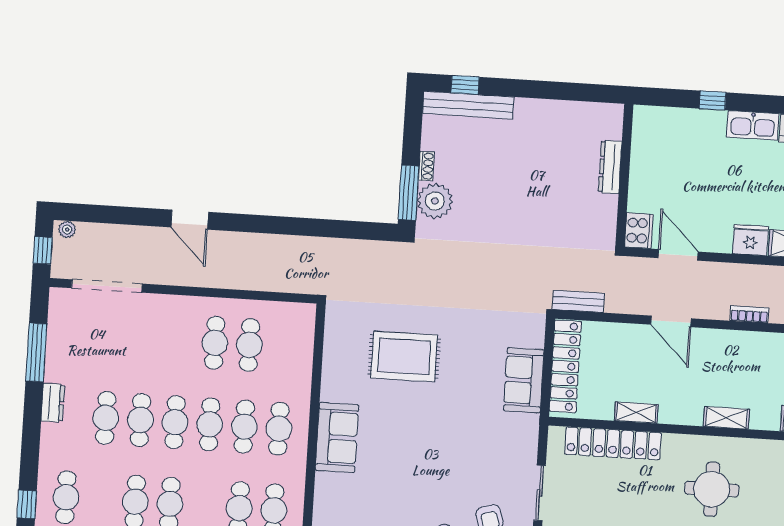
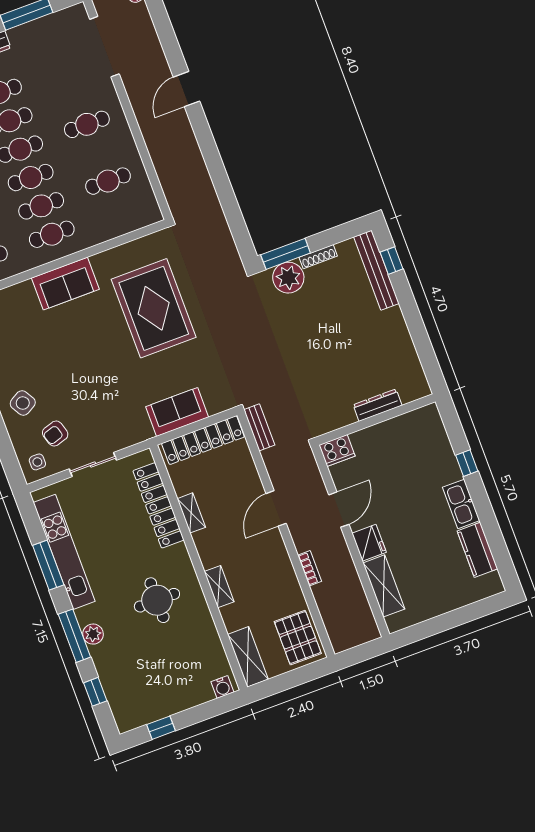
shoe rack: (426, 166) -> (318, 257), width x1.43
door: (678, 255) -> (339, 510), moved
cafe table: (215, 343) -> (87, 124), moved
rug: (404, 356) -> (154, 308), width x1.37, depth x1.44

